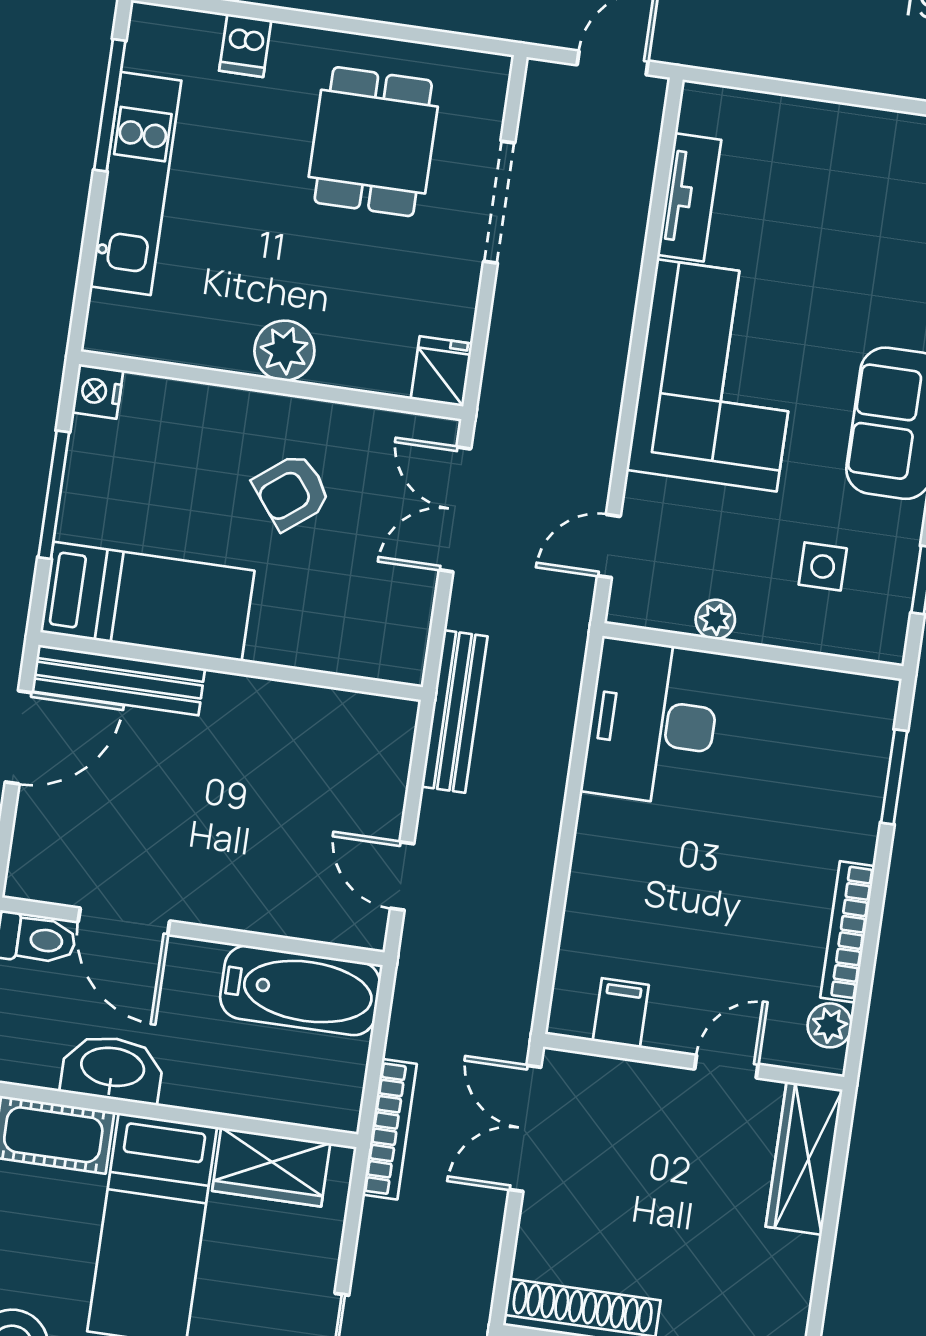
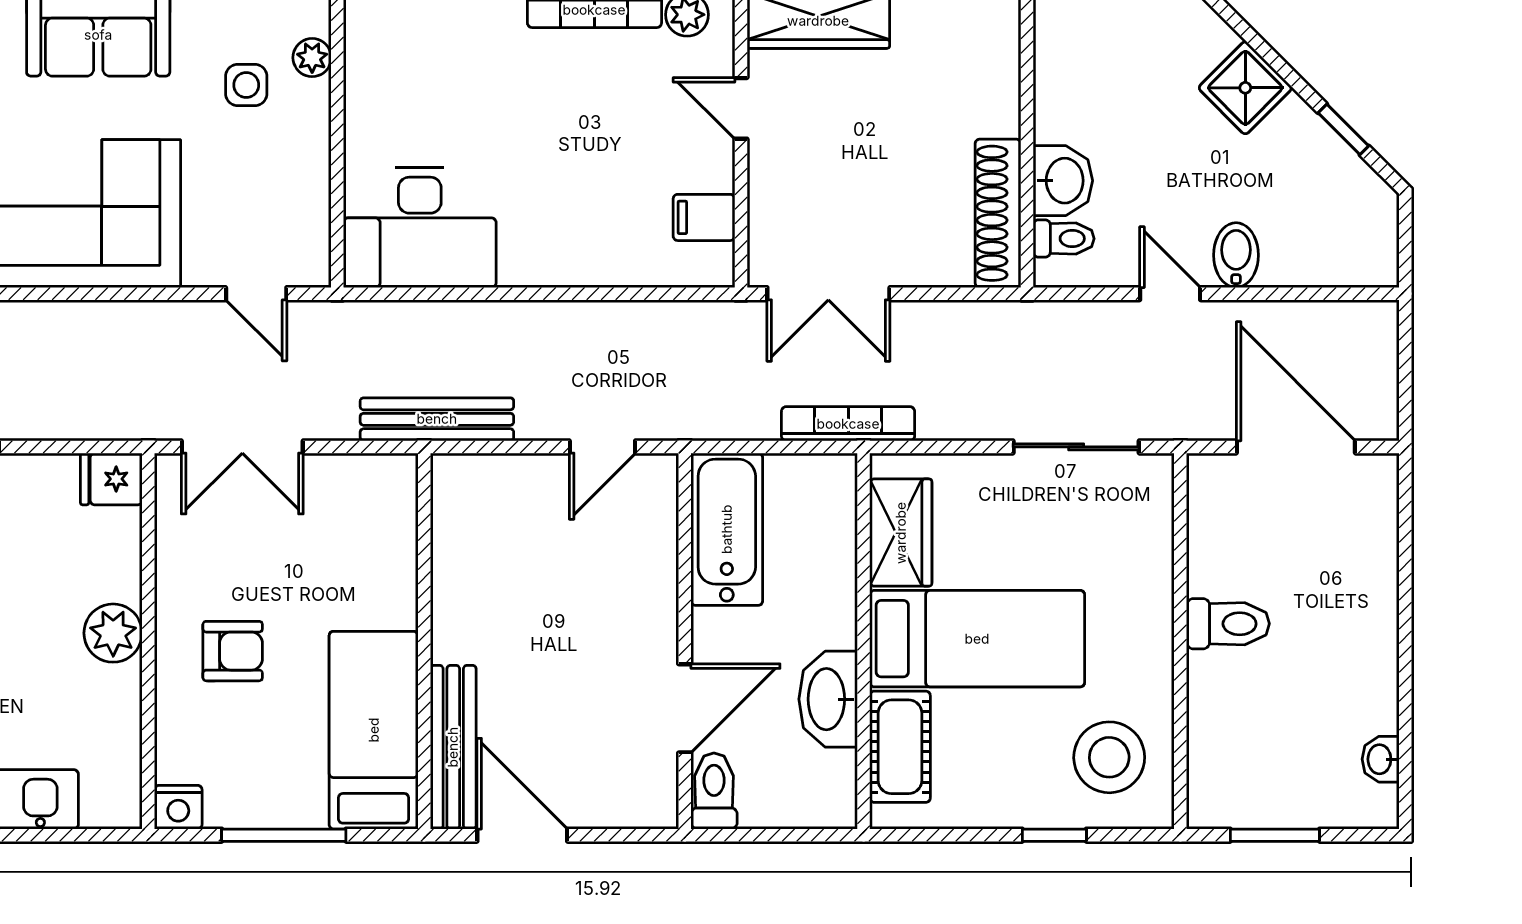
armchair: (292, 492) -> (233, 651), moved, turned -52
plant: (715, 619) -> (312, 58), moved

